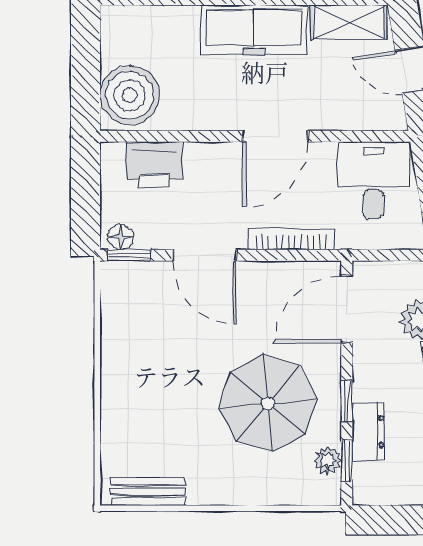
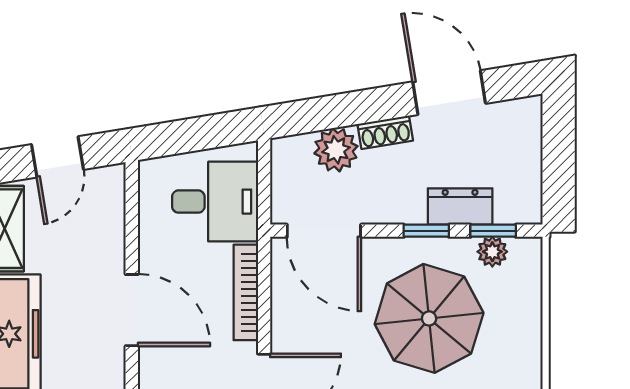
desk: (374, 180) -> (215, 202), moved, turned 180

